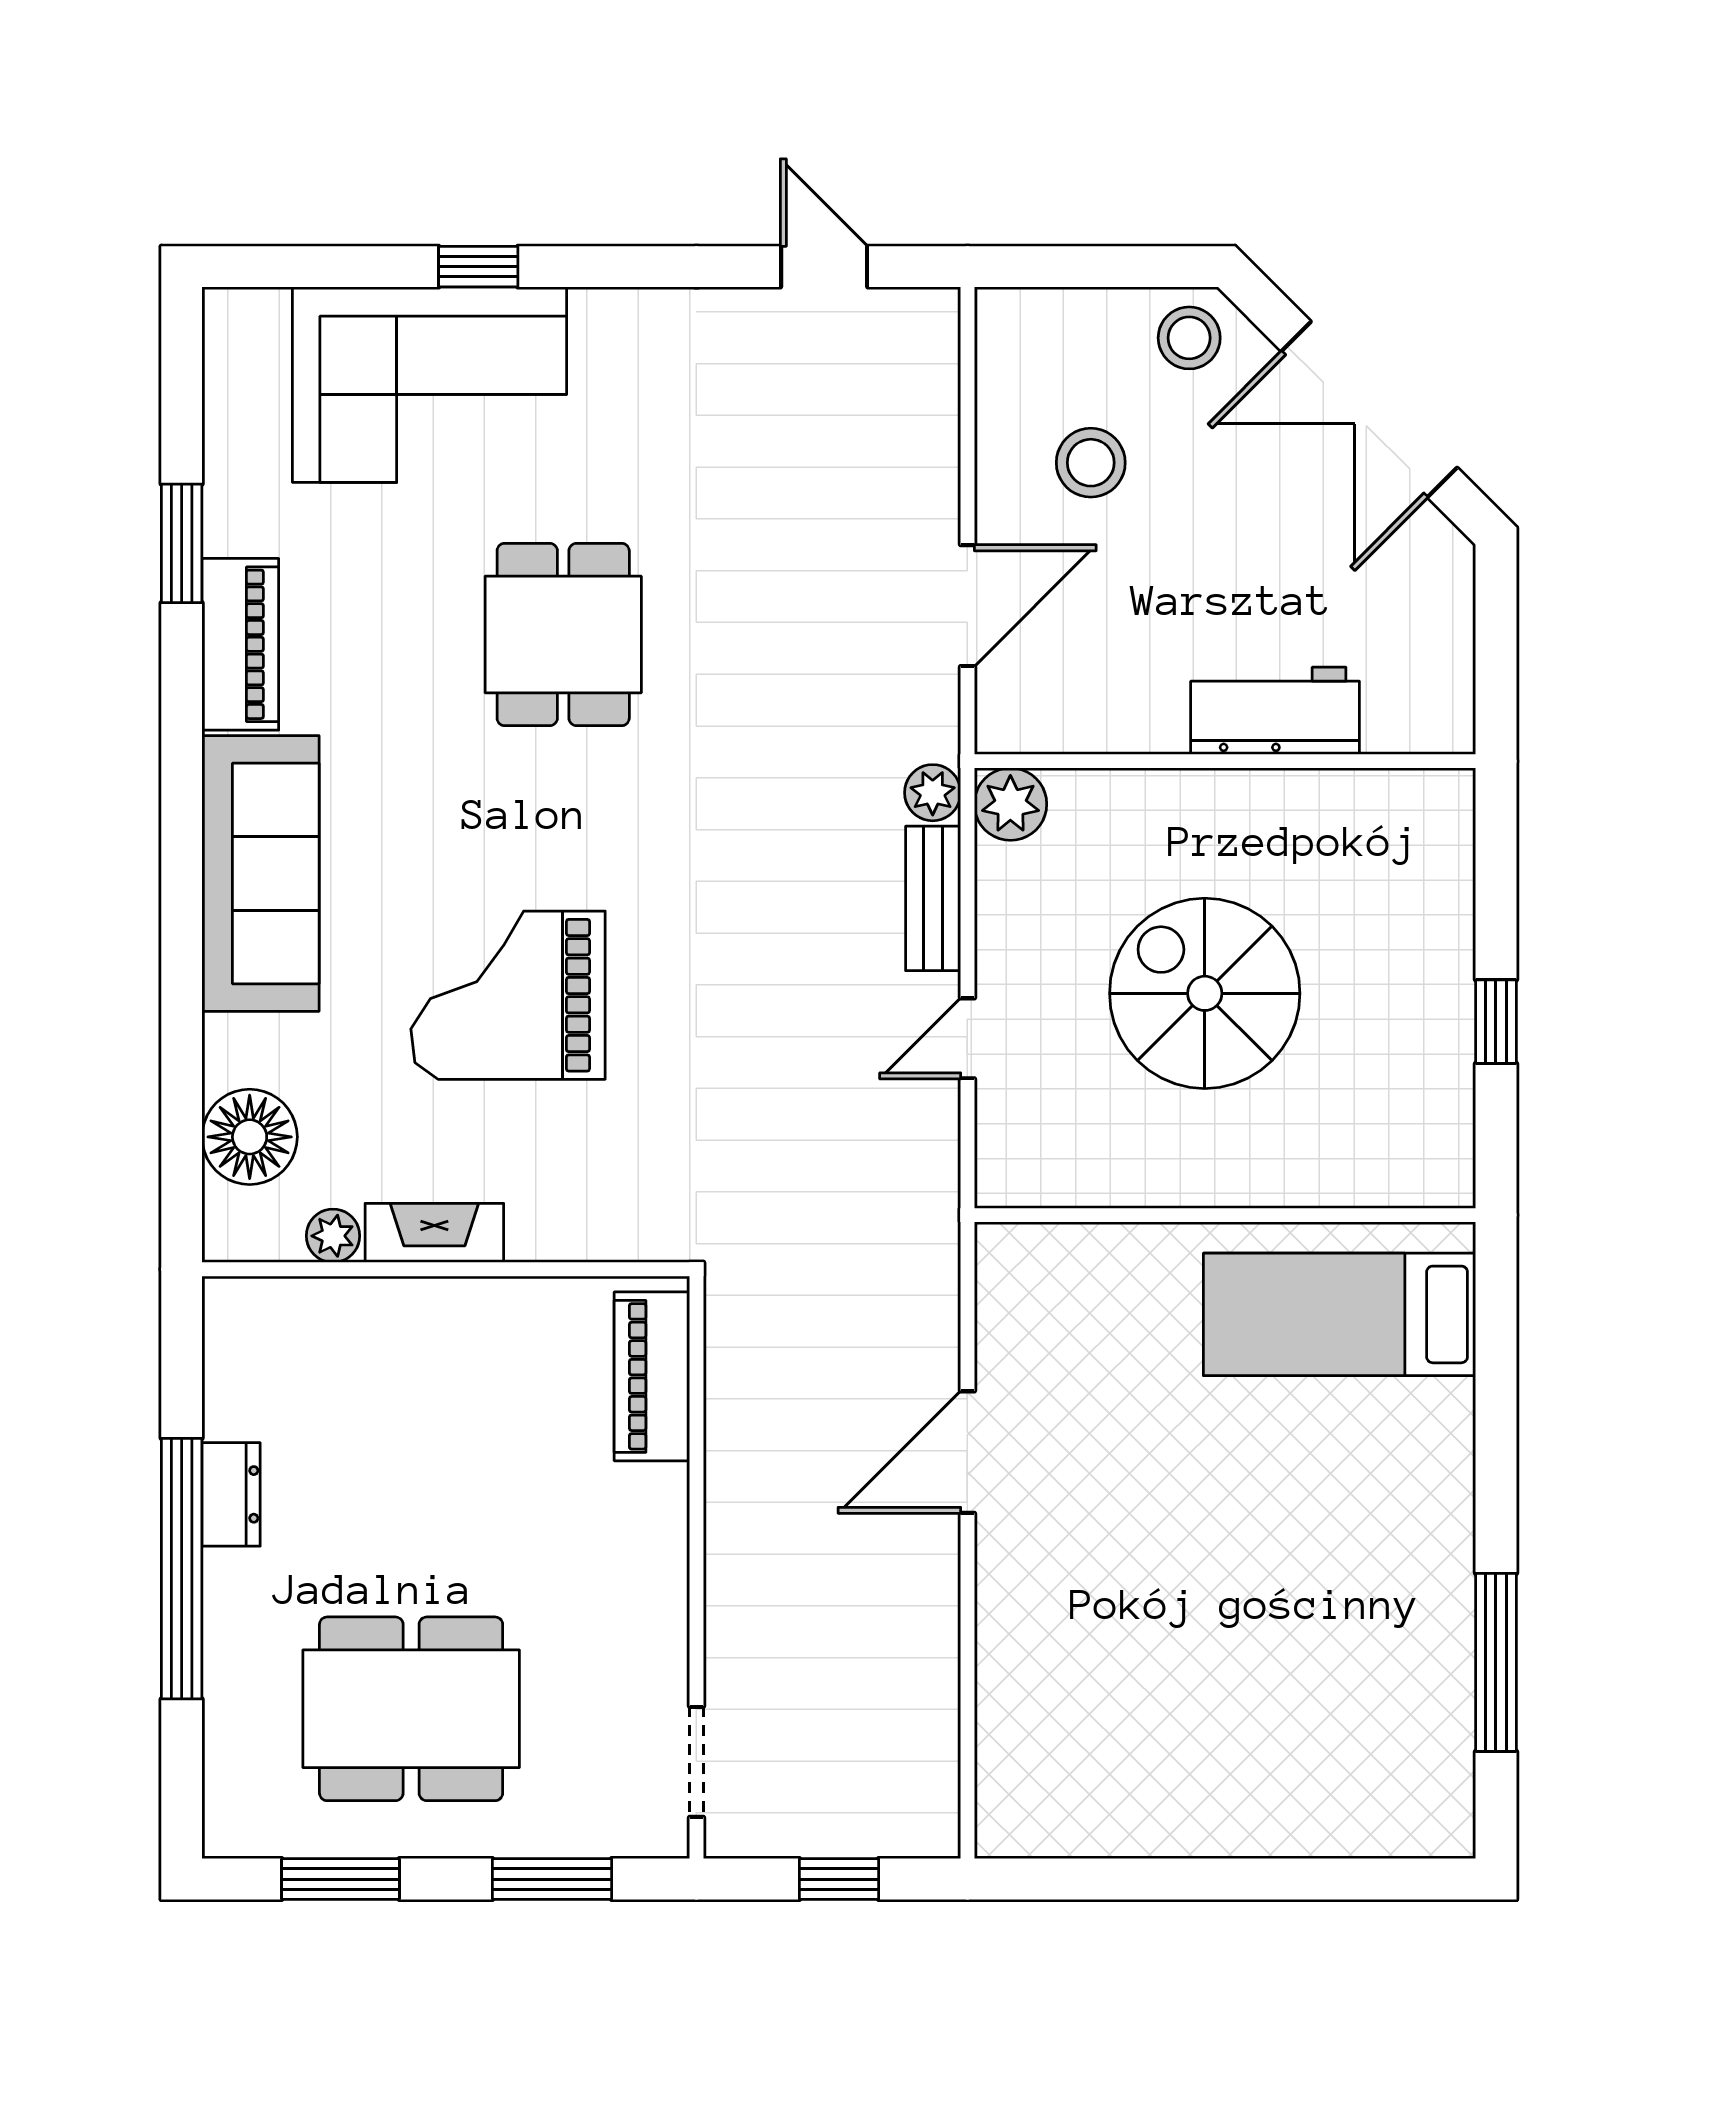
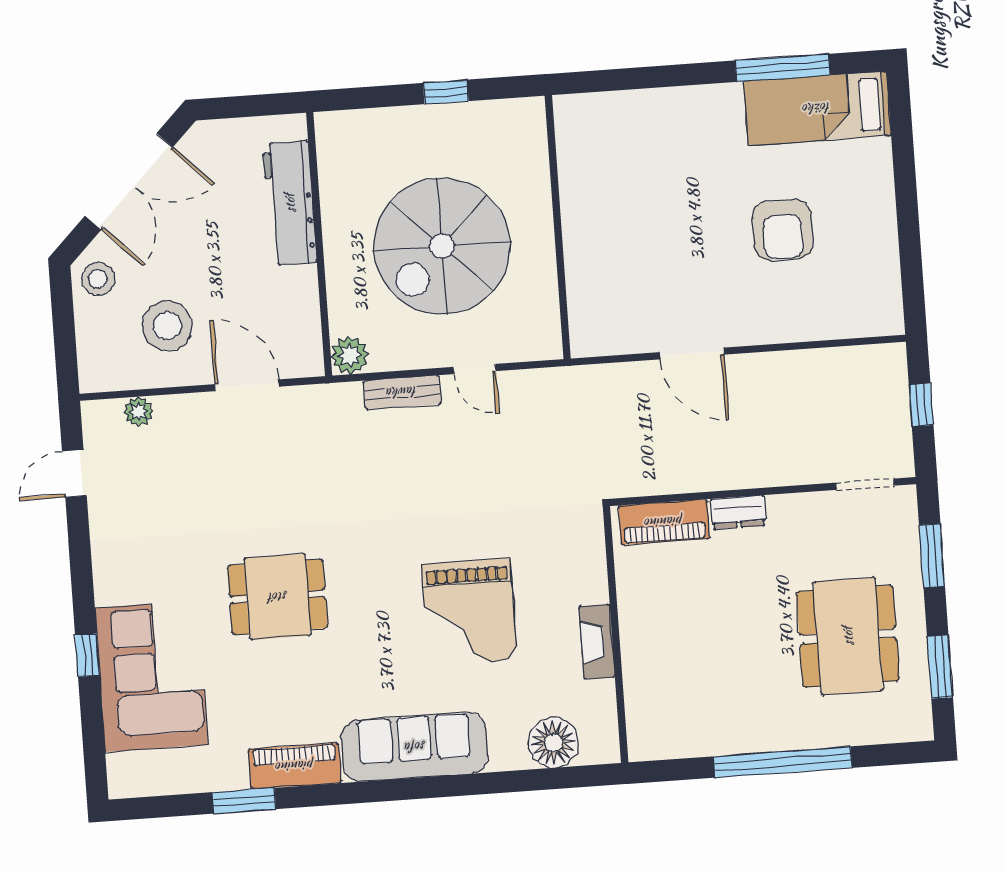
stool: (1091, 463) -> (167, 326), width x1.38, depth x1.38
workbench: (1275, 711) -> (290, 203), width x1.38
plant: (933, 793) -> (139, 412), moved
spiral stairs: (1205, 993) -> (442, 246), width x1.37, depth x1.37
plant: (333, 1236) -> (602, 695), removed
bed: (1340, 1314) -> (817, 108), moved, turned 90
dresser: (231, 1494) -> (738, 512), moved, turned 180
armchair: (1189, 1641) -> (783, 230), added

